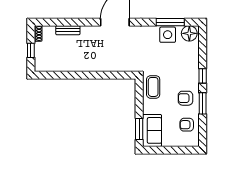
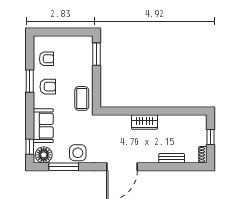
side table: (168, 35) -> (78, 153), moved
wardrobe: (94, 65) -> (145, 122), added
window: (203, 76) -> (30, 147), moved
sofa: (152, 130) -> (43, 126), moved, turned 180

